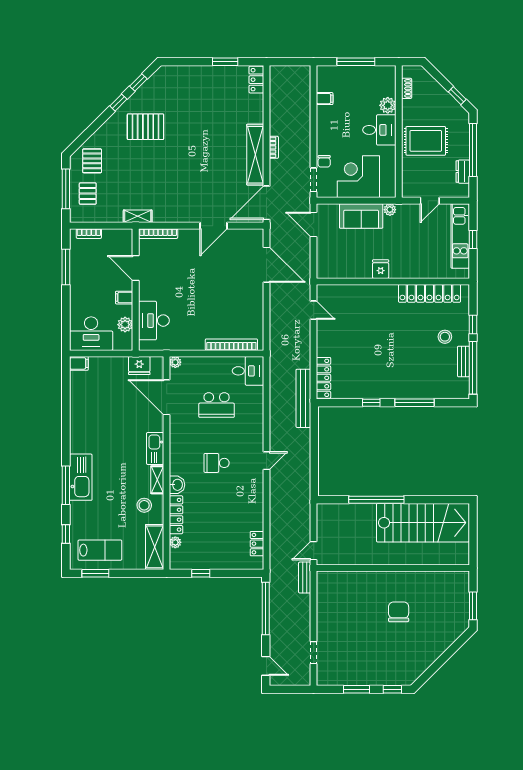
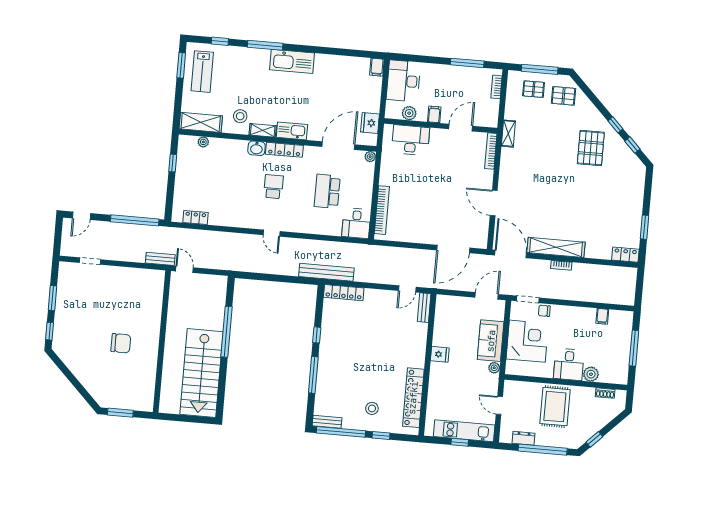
bench: (332, 290) -> (424, 308), added
bench: (463, 361) -> (327, 422), moved
kitchen sink: (81, 477) -> (292, 61), moved
locker: (176, 515) -> (284, 150), moved

